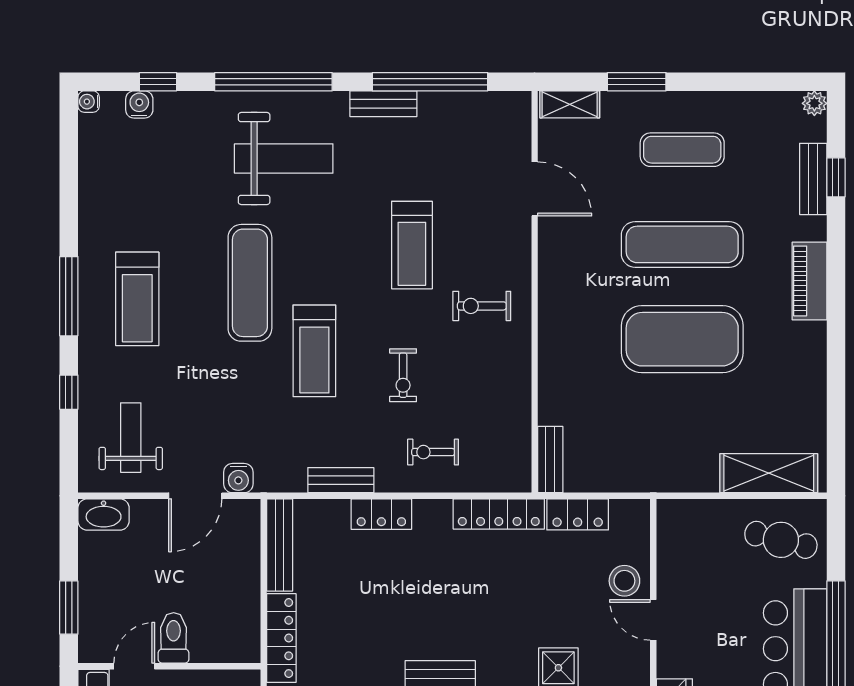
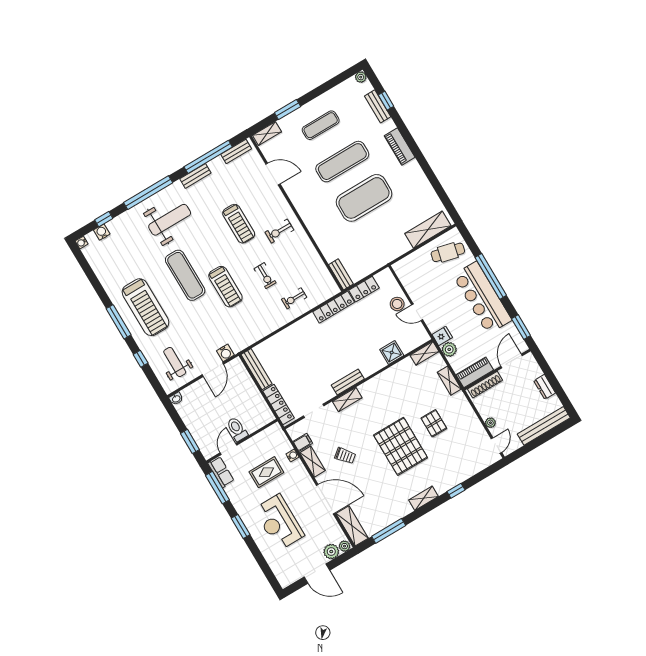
treadmill: (137, 299) -> (146, 307), width x1.37, depth x1.38
bench: (341, 480) -> (236, 151), moved
washbasin: (104, 514) -> (176, 399), width x0.52, depth x0.69
locker: (381, 514) -> (288, 334), removed

